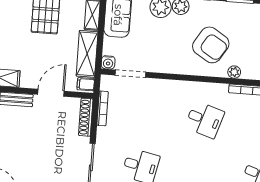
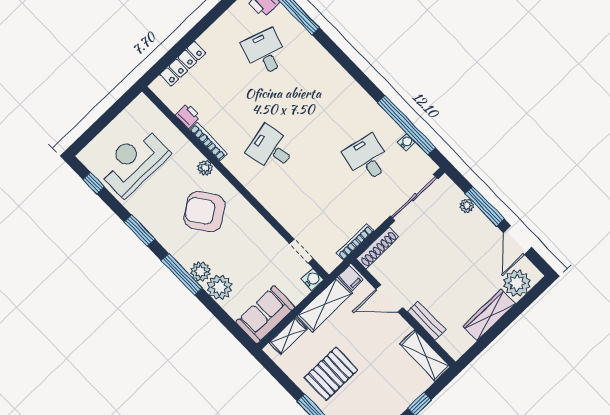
armchair: (211, 45) -> (205, 212), turned -67
doorway: (130, 74) -> (301, 251), width x0.73
desk: (205, 120) -> (271, 149), turned -30

